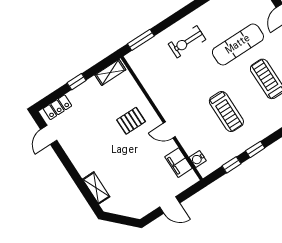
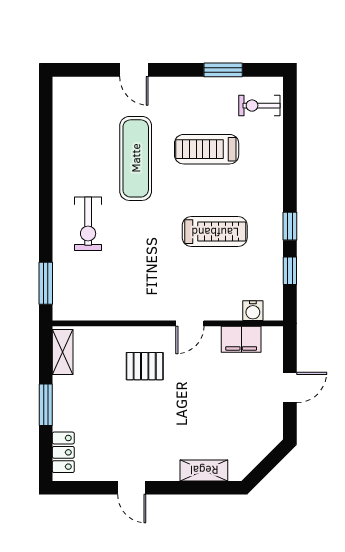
window: (77, 82) -> (46, 405), width x1.50
pallet: (131, 121) -> (145, 366), turned 90
door: (49, 135) -> (132, 488), moved

